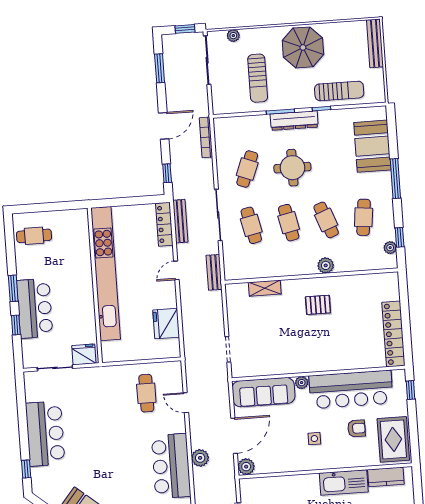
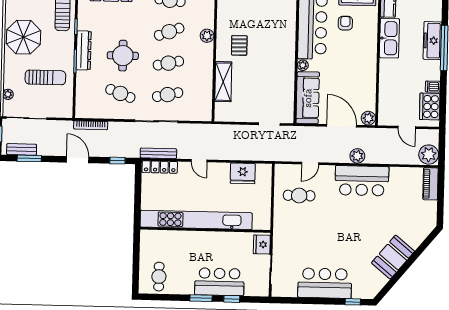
bench: (214, 272) -> (22, 149), moved
shelving: (265, 288) -> (223, 82), width x1.50, depth x1.33
side table: (314, 439) -> (350, 59), removed

